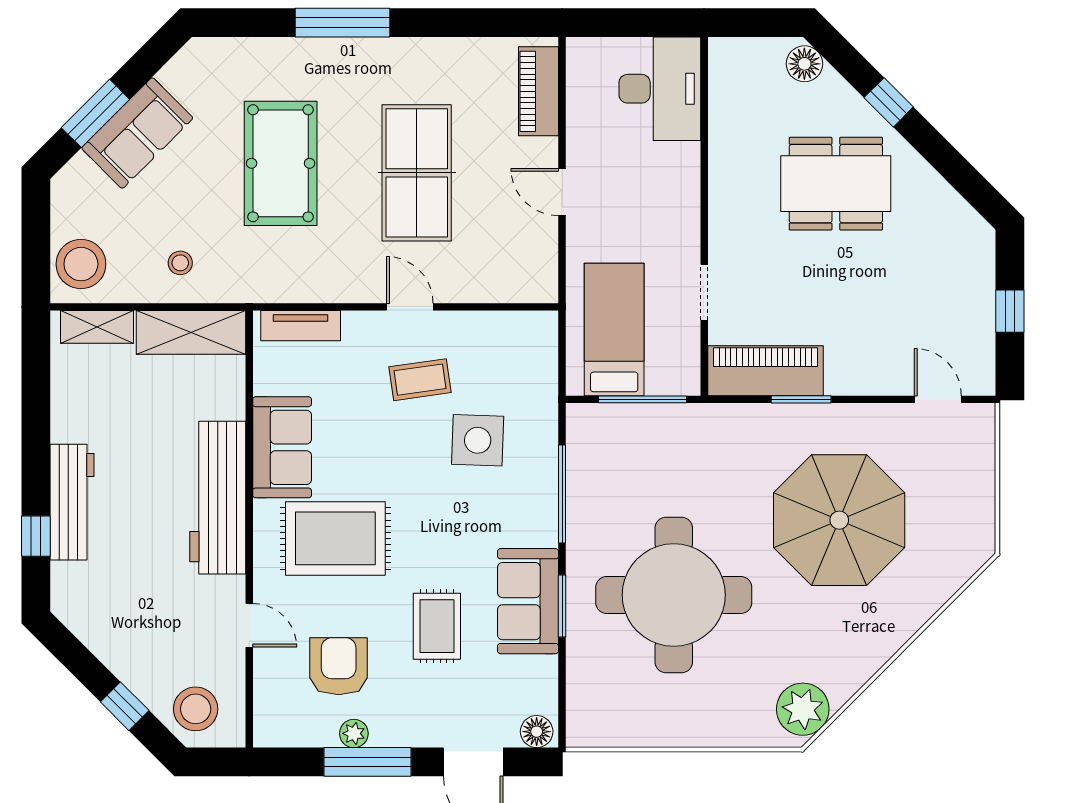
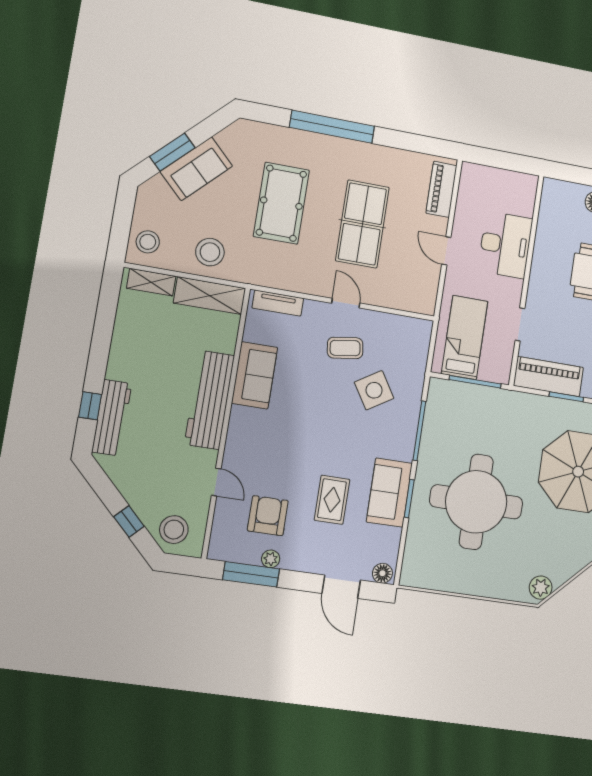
window: (342, 23) -> (332, 127), width x1.46
desk: (660, 89) -> (505, 245), moved
stool: (180, 263) -> (210, 252), width x1.89, depth x1.89
stool: (81, 264) -> (148, 242), width x0.73, depth x0.73
side table: (478, 440) -> (374, 390), turned -34
workbench: (72, 502) -> (112, 418), moved
rug: (335, 538) -> (278, 436), removed
plant: (803, 709) -> (541, 588), width x0.73, depth x0.73
window: (367, 762) -> (251, 574), moved

